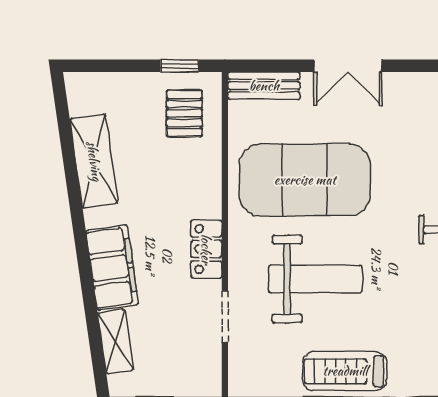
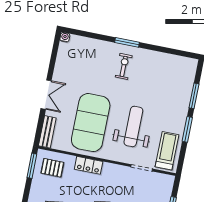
window: (180, 66) -> (32, 166), width x1.50
locker: (206, 249) -> (89, 165), moved
treadmill: (345, 371) -> (167, 151), moved, turned 180

